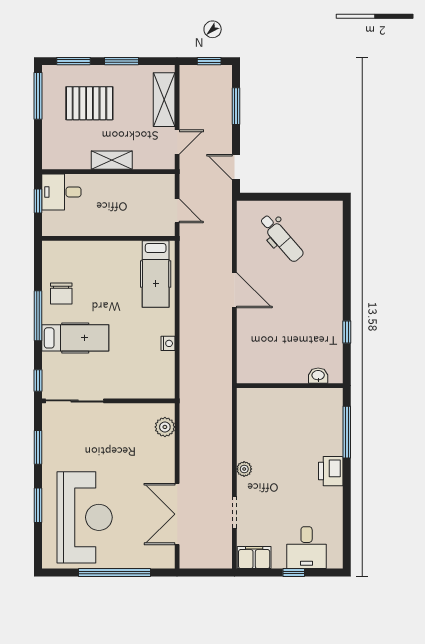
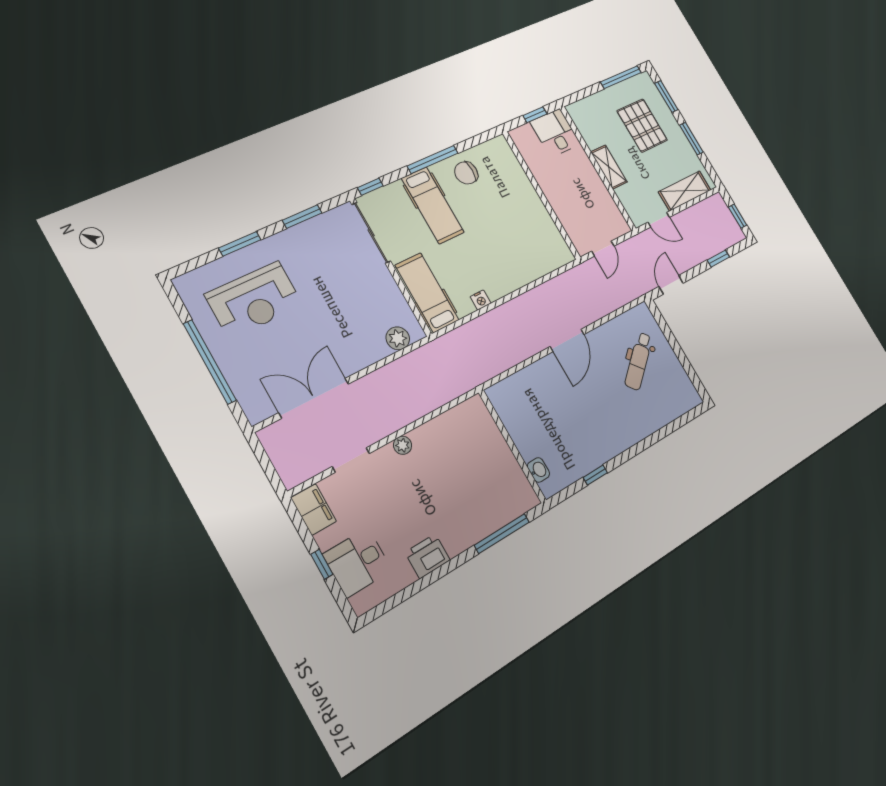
window: (236, 106) -> (718, 259), width x0.67
hospital bed: (156, 274) -> (427, 293), moved, turned 90
printer: (331, 471) -> (428, 556), moved
reception desk: (85, 517) -> (254, 300), width x0.74, depth x0.77

